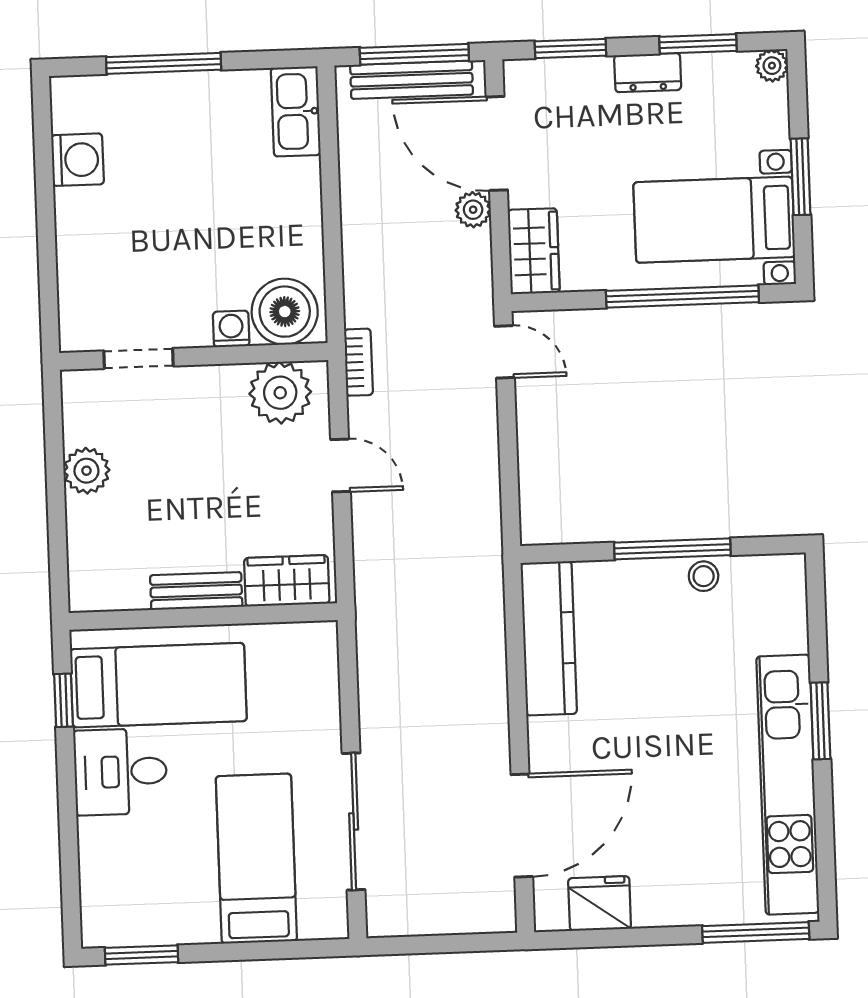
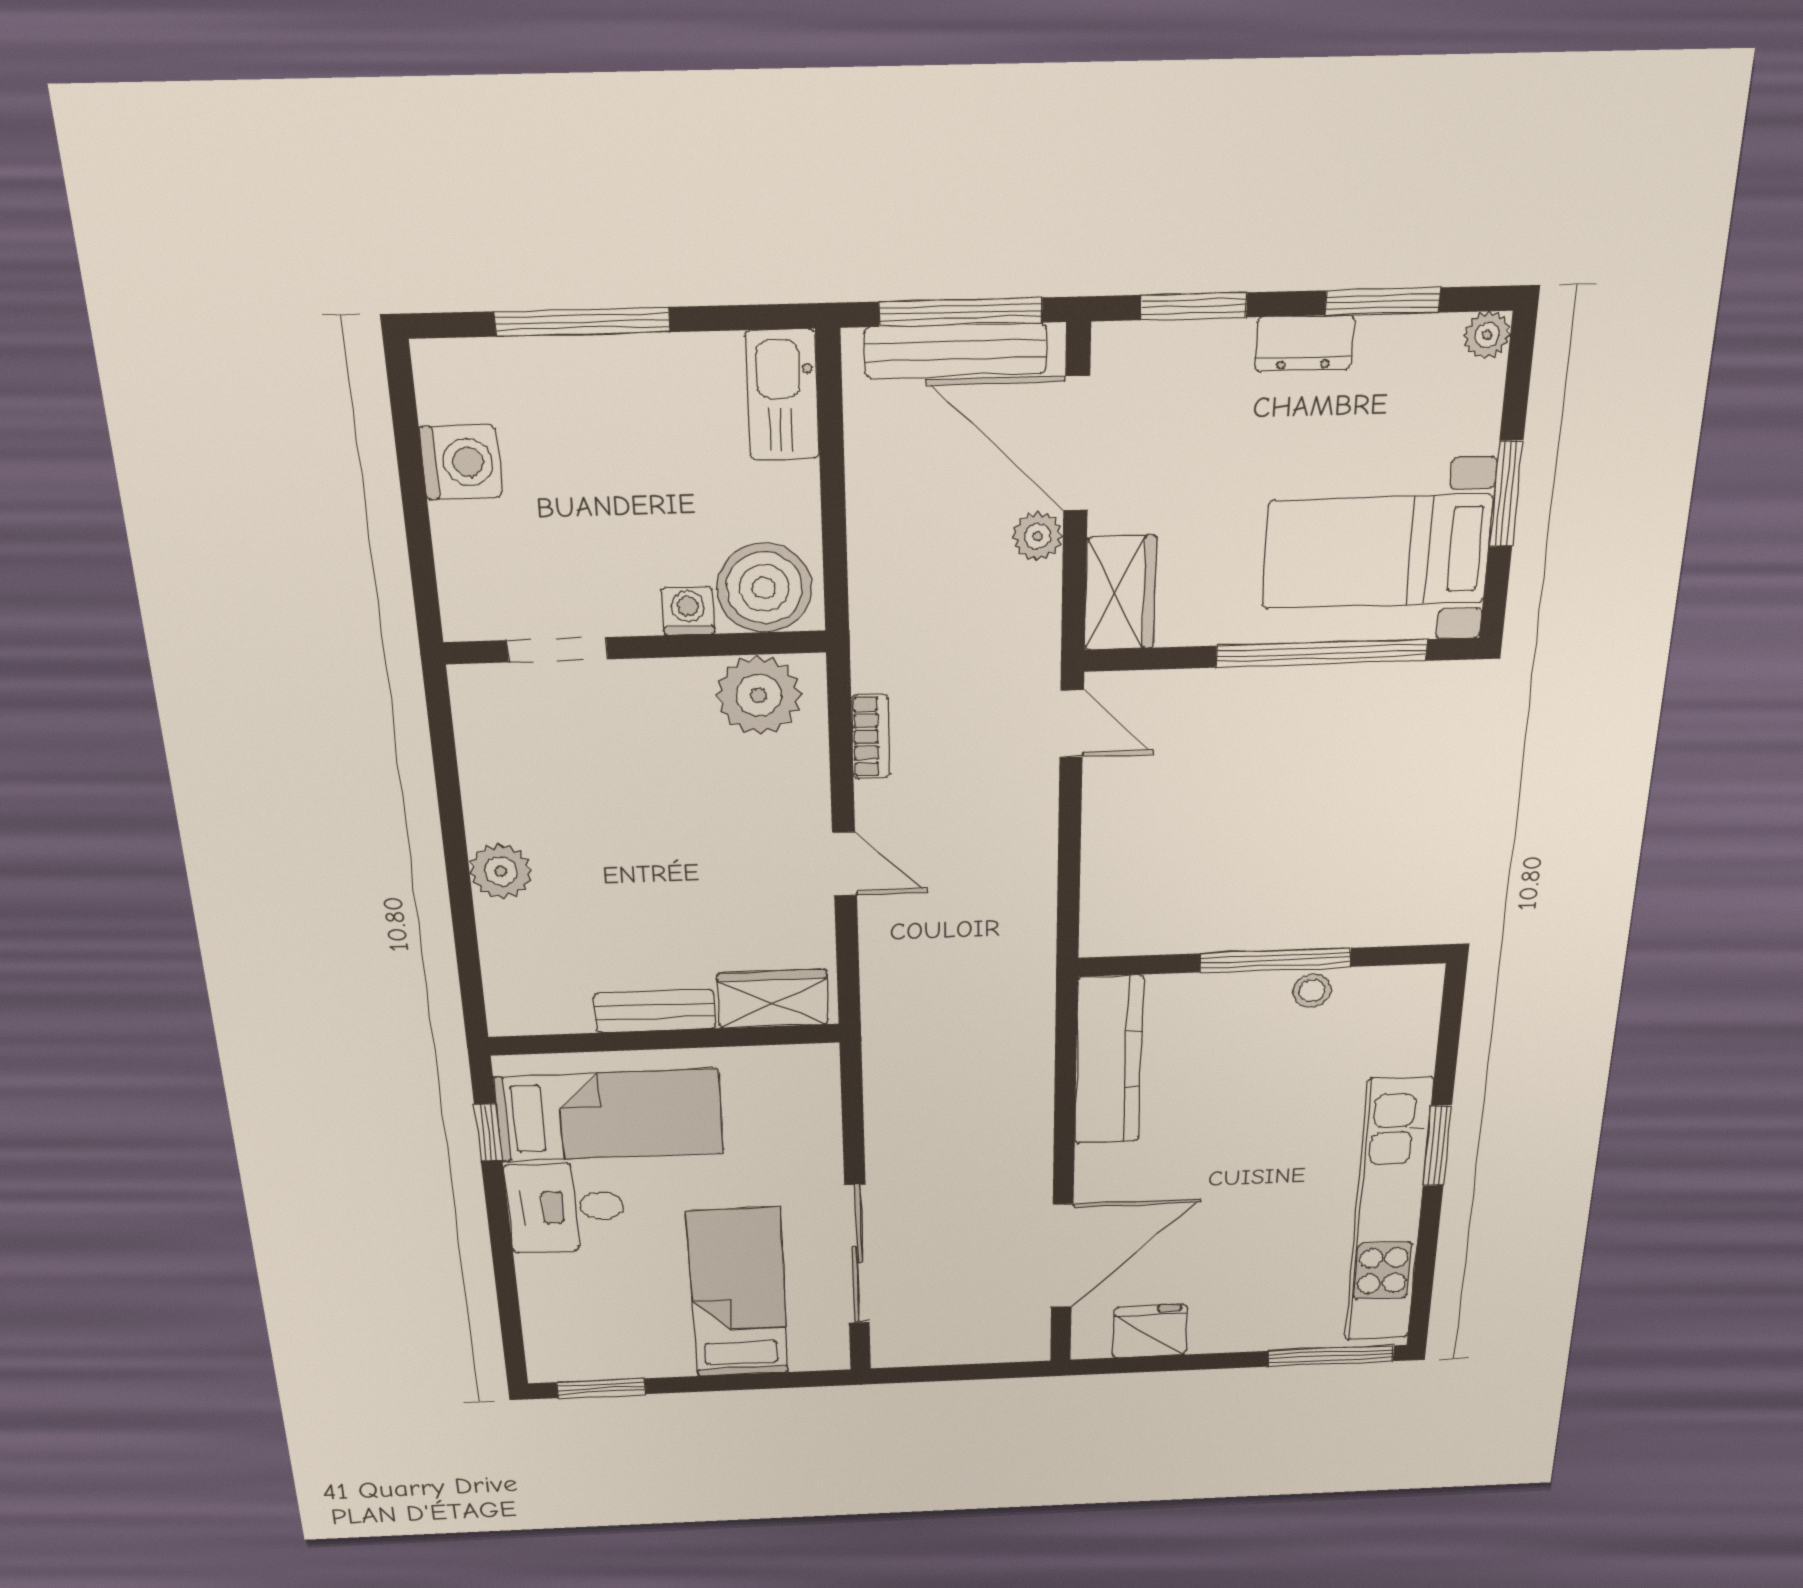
boiler: (285, 312) -> (764, 588), moved
washing machine: (231, 329) -> (688, 611), moved
wall: (194, 356) -> (636, 647), moved
doorway: (139, 358) -> (557, 650), moved
plant: (280, 393) -> (759, 695), moved

